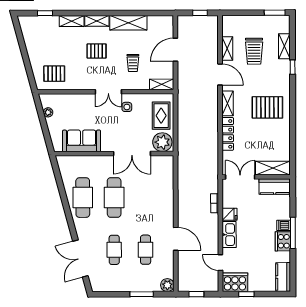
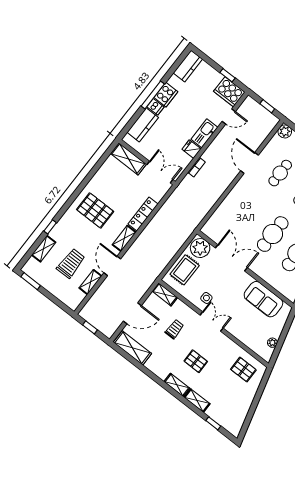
shelving: (128, 23) -> (132, 348), moved
double door: (240, 177) -> (160, 172), swing flipped
kitchen counter: (275, 187) -> (143, 125), moved, turned 90
door: (220, 263) -> (229, 116), hinge flipped

